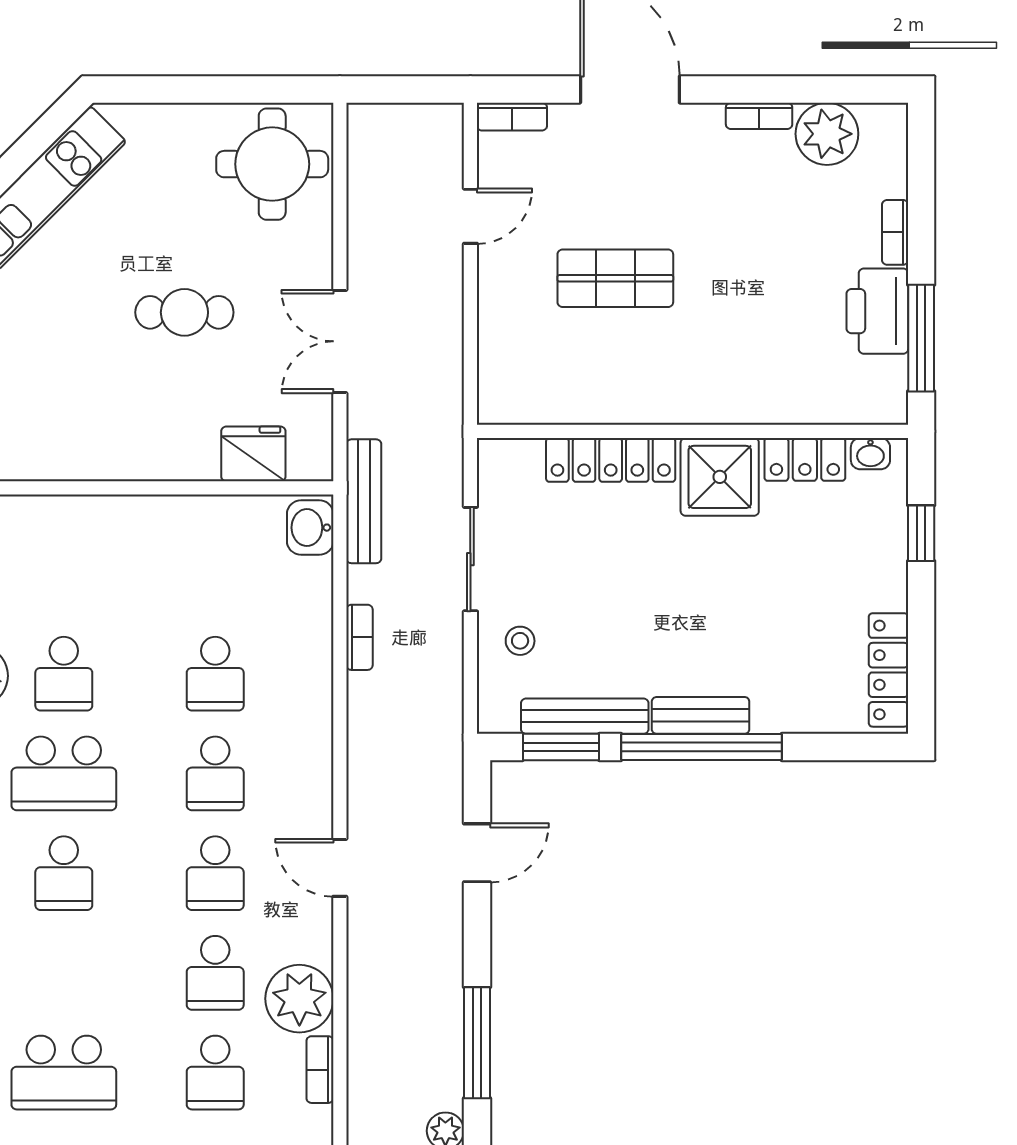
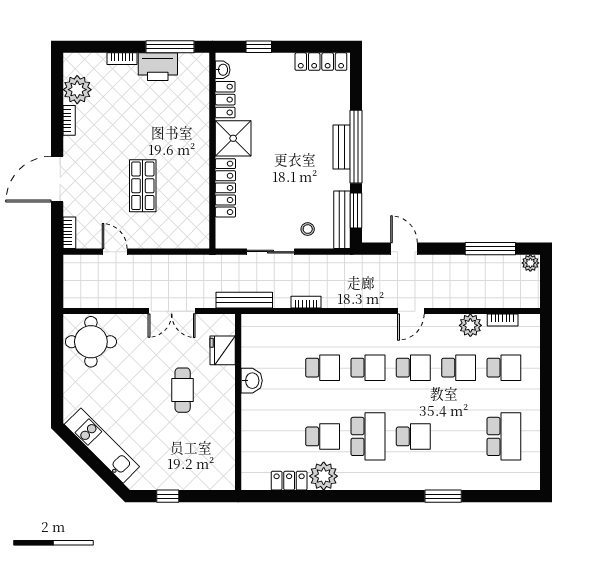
cafe table: (184, 312) -> (183, 390), moved
washbasin: (310, 528) -> (252, 381), moved, turned -90
bench: (585, 716) -> (342, 220), moved
plant: (299, 999) -> (470, 325), width x0.73, depth x0.73

